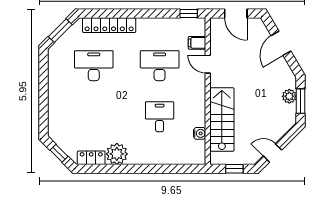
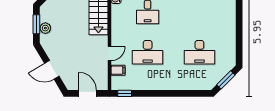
locker: (109, 25) -> (187, 84), removed
door: (281, 43) -> (52, 70), swing flipped
door: (208, 64) -> (110, 53), hinge flipped

